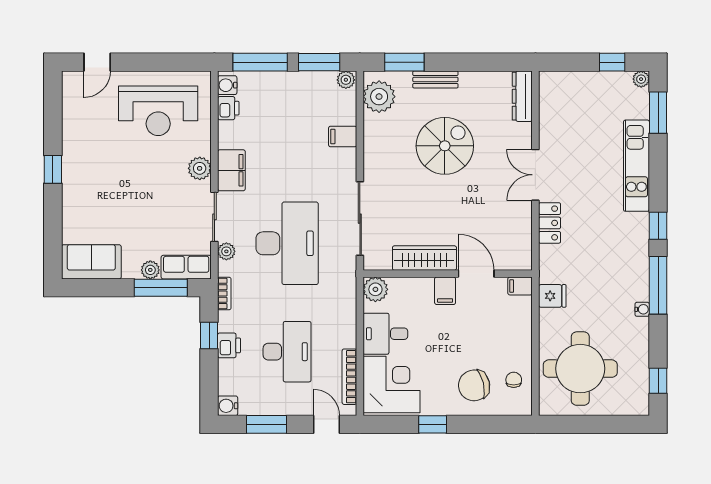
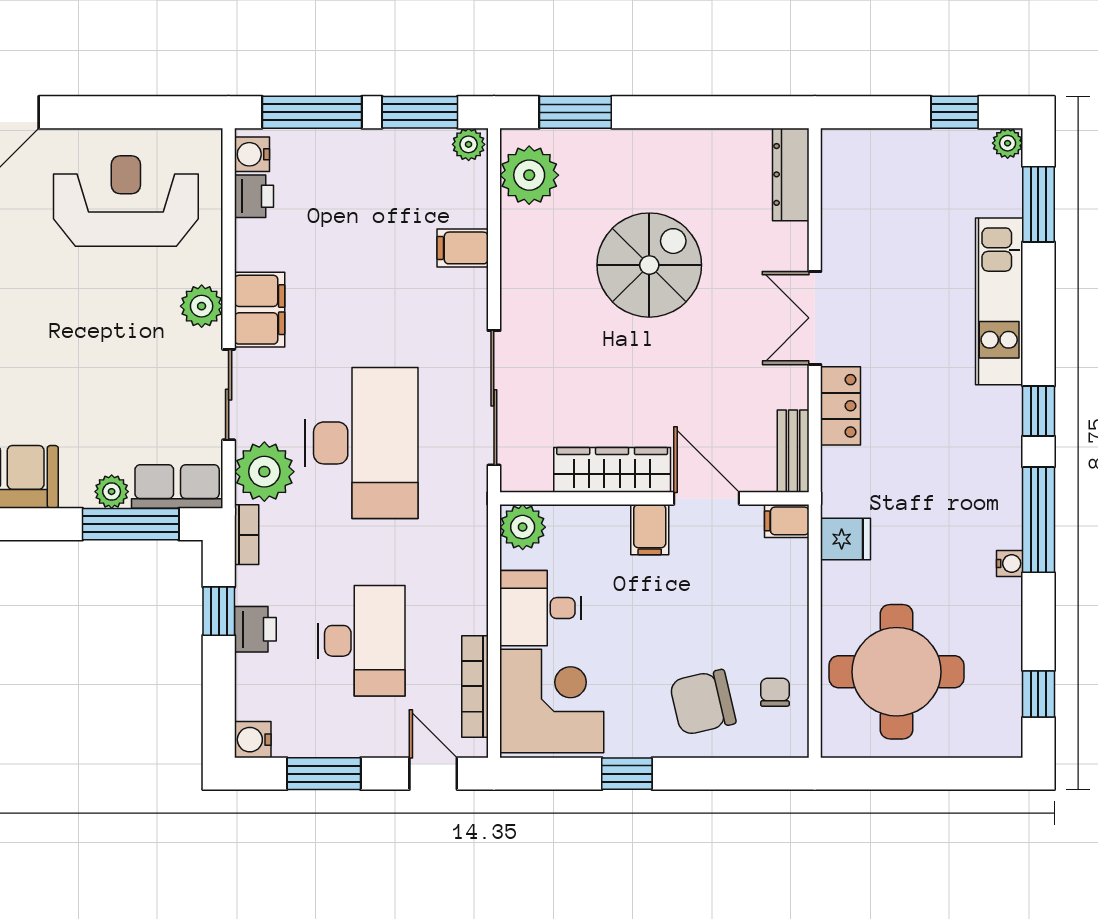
bench: (435, 79) -> (793, 451), moved, turned 90
reception desk: (158, 111) -> (126, 201), turned 180
plant: (226, 251) -> (264, 472), width x1.88, depth x1.88

